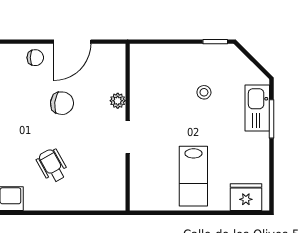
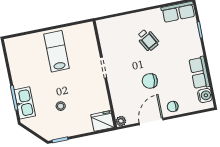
plant: (118, 101) -> (121, 121), moved
fridge: (246, 197) -> (103, 121), moved, turned 180

